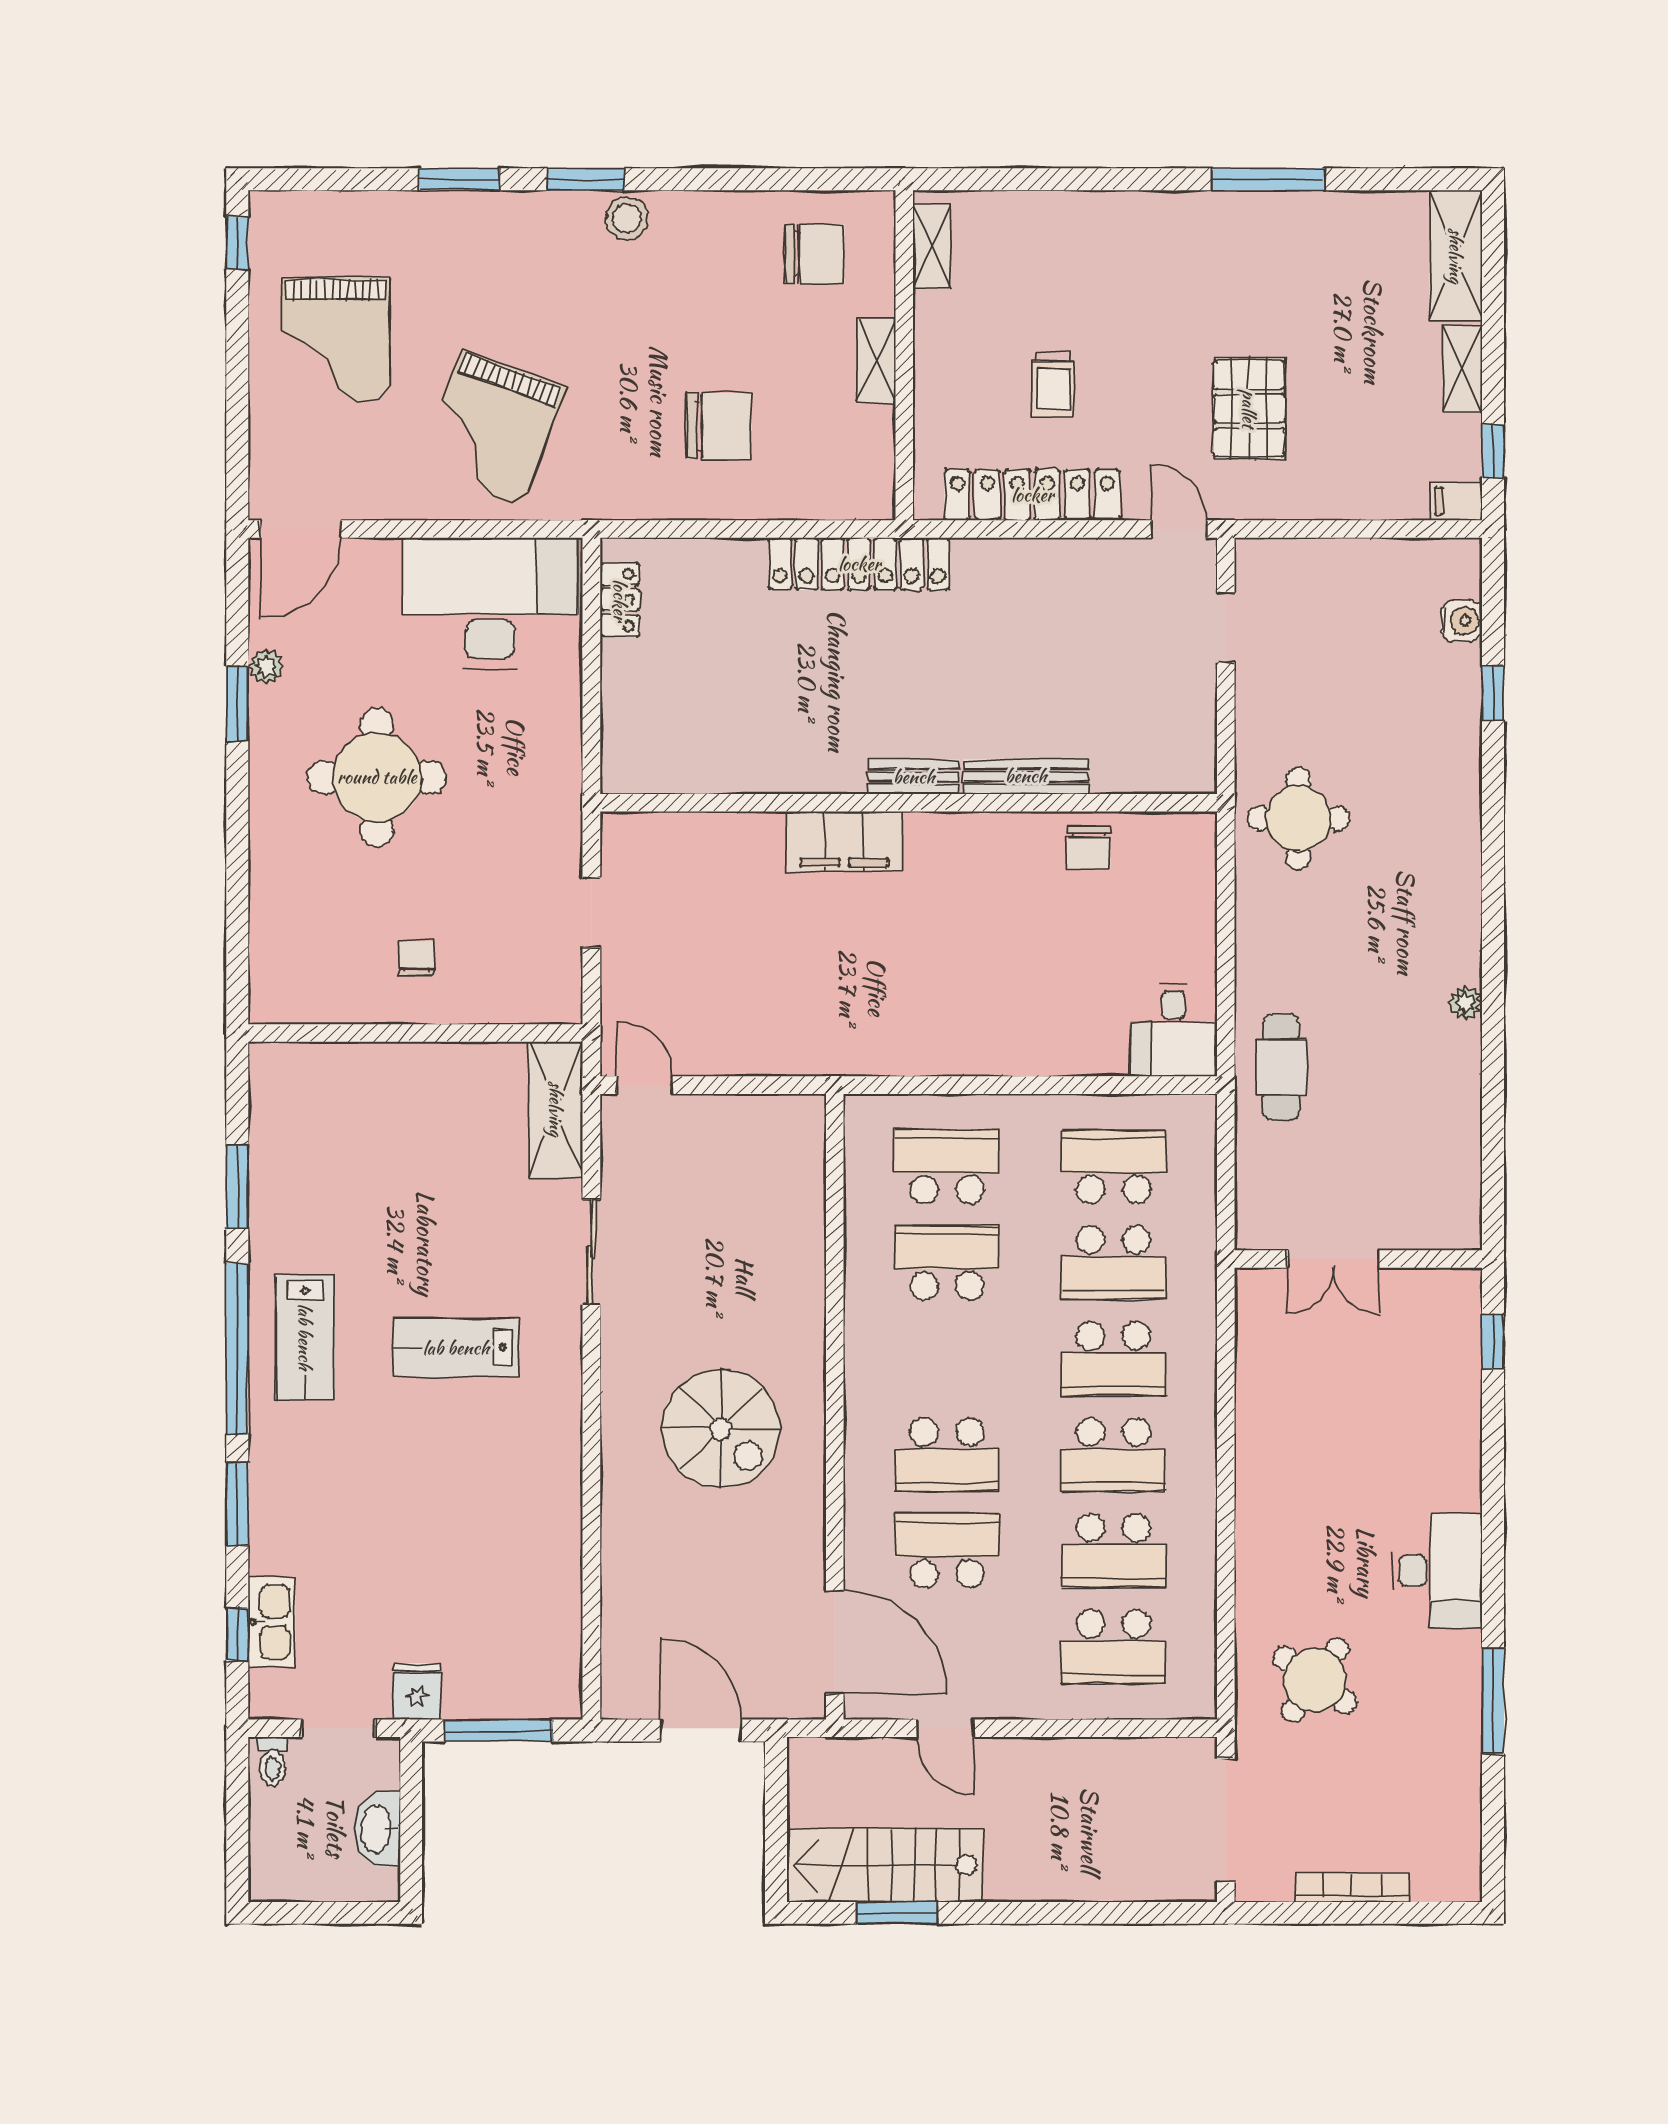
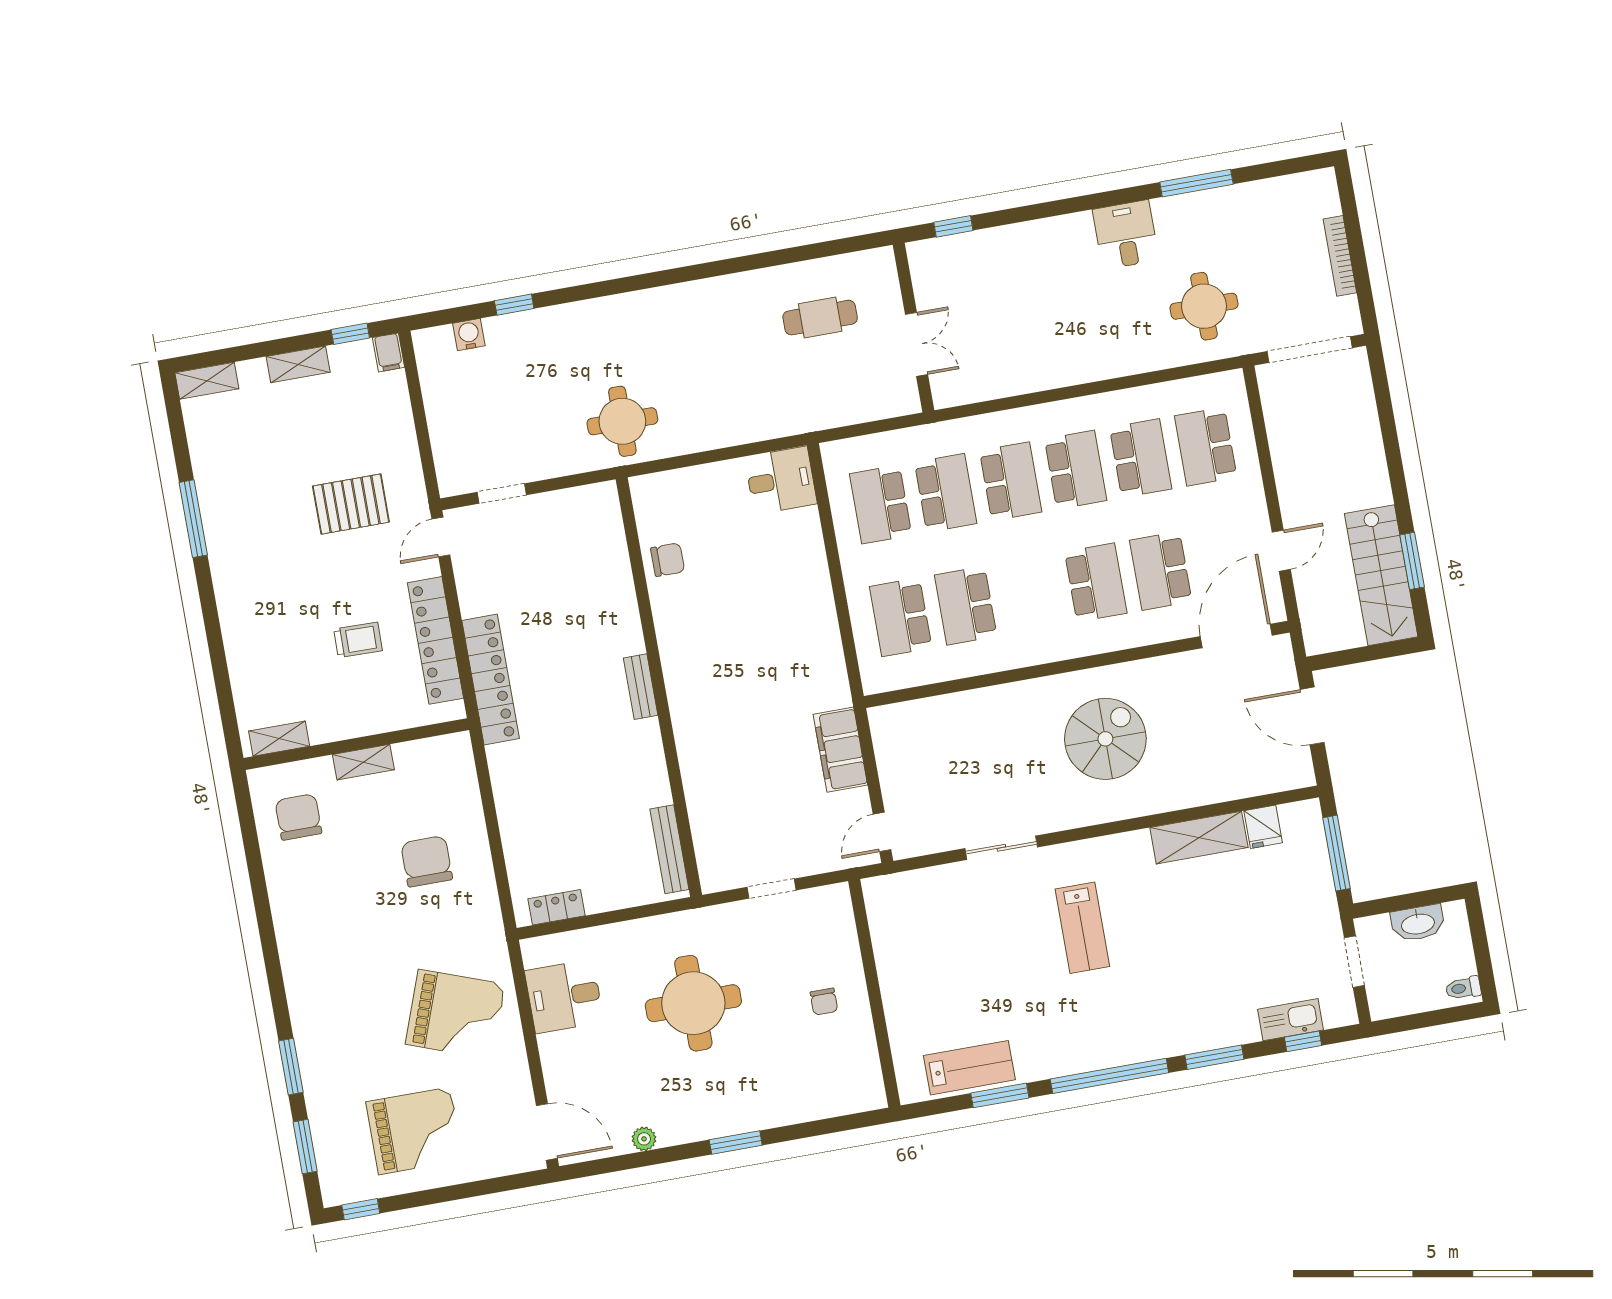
window: (586, 179) -> (305, 1147), moved
stool: (627, 218) -> (297, 948), removed
shelving: (1456, 256) -> (207, 381), width x0.67, depth x0.75
locker: (859, 564) -> (491, 679), moved
desk: (490, 604) -> (564, 996), width x0.53, depth x0.77
window: (237, 704) -> (736, 1142), moved
bench: (1026, 776) -> (669, 849), moved
round table: (377, 777) -> (693, 1003), moved
filing cabinet: (844, 841) -> (840, 750), moved, turned 180
chair: (417, 959) -> (824, 1002), turned -90
plant: (1465, 1003) -> (727, 286), removed
cafe table: (1281, 1067) -> (820, 318), moved
shelving: (556, 1109) -> (1199, 838), moved
lab bench: (305, 1337) -> (969, 1068), moved
desk: (1437, 1571) -> (1126, 235), width x0.73
school desk: (1113, 1647) -> (1206, 447), turned 180
round table: (1315, 1680) -> (1204, 306), turned -36
fridge: (417, 1691) -> (1263, 827), moved, turned -90
door: (701, 1730) -> (1312, 716), hinge flipped
toilet: (273, 1762) -> (1463, 988), moved, turned 180

